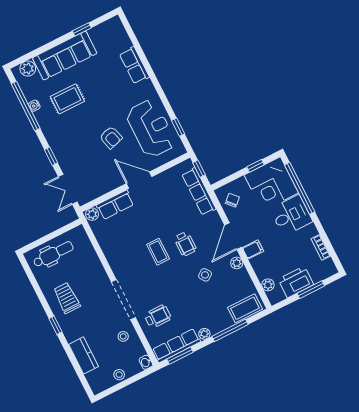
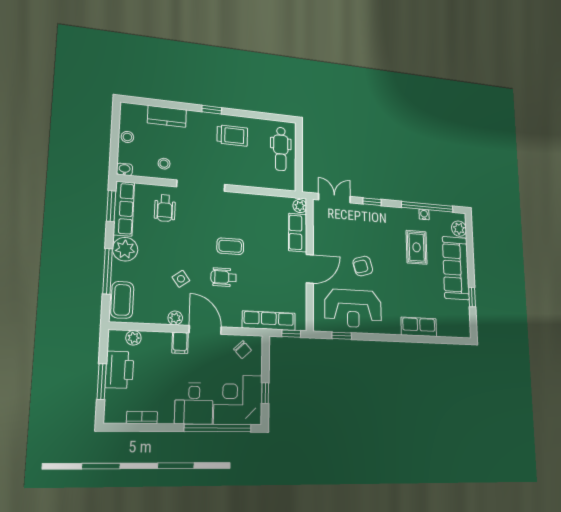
plant: (204, 334) -> (125, 249), width x1.88, depth x1.88

